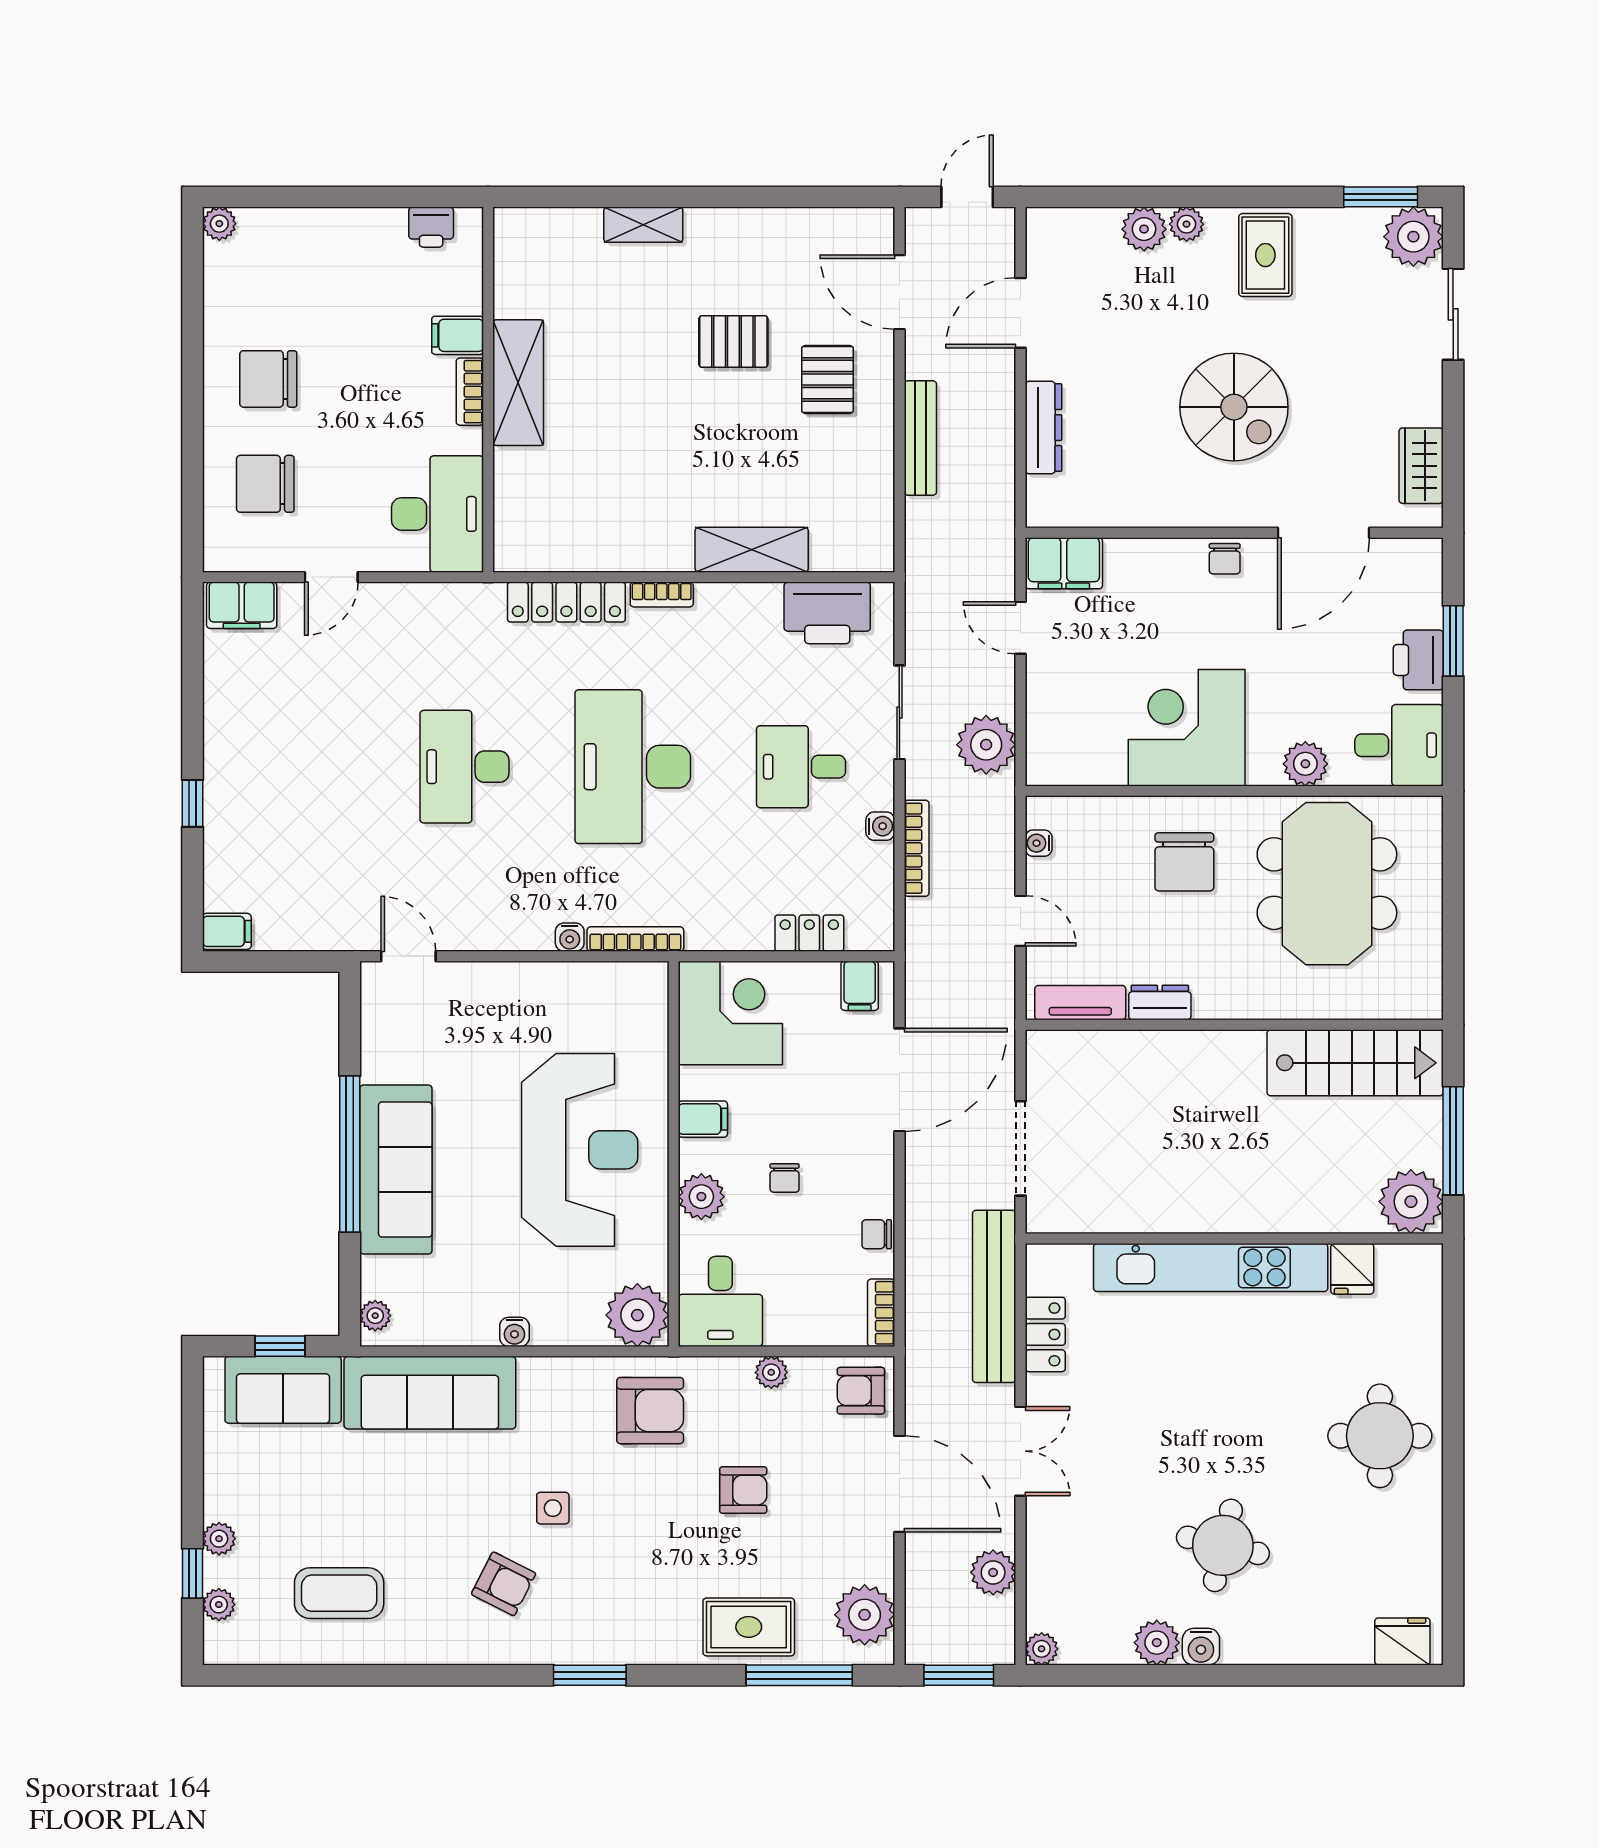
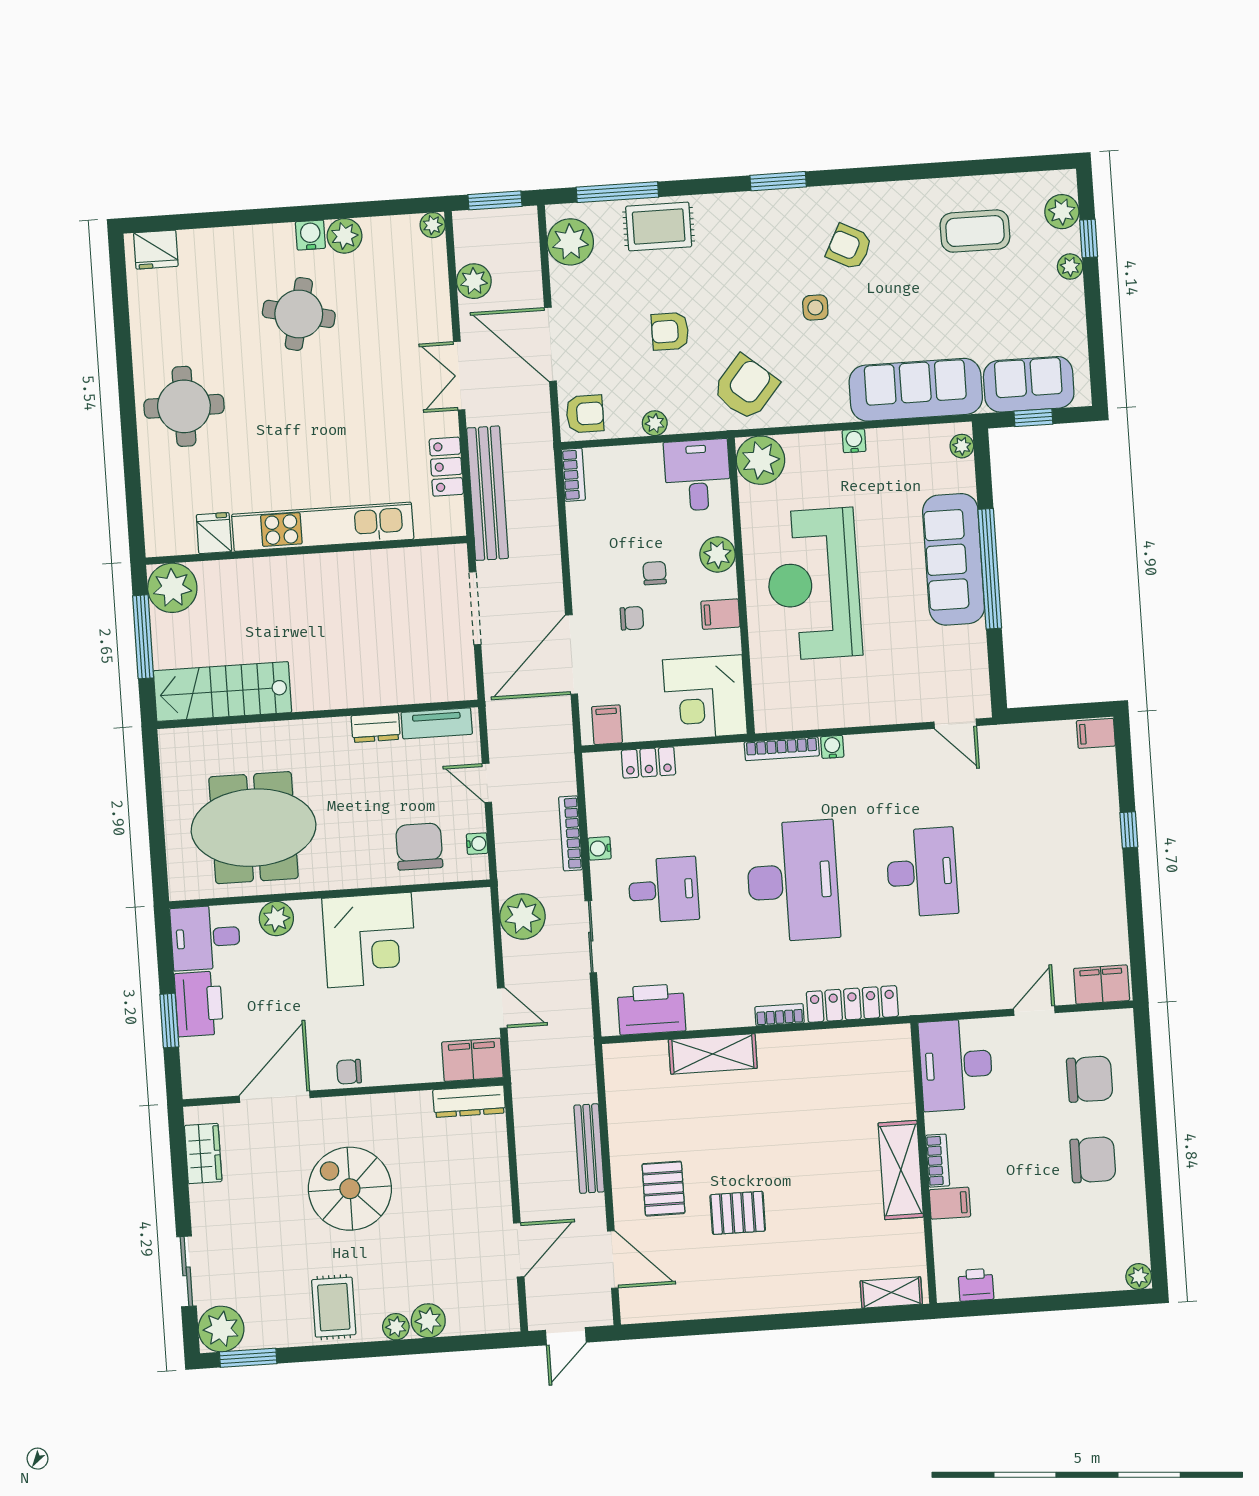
shelving: (643, 225) -> (891, 1293), moved
dresser: (1043, 428) -> (469, 1101), moved, turned -90
chair: (1225, 559) -> (349, 1072), turned -90
printer: (1418, 660) -> (199, 1004), width x1.37, depth x1.19
chair: (1184, 862) -> (419, 846), moved
meeting table: (1327, 884) -> (254, 828), turned 90
chair: (877, 1234) -> (632, 618), moved
armchair: (650, 1411) -> (746, 388), turned 130
plant: (219, 1605) -> (1062, 212), width x1.38, depth x1.38

